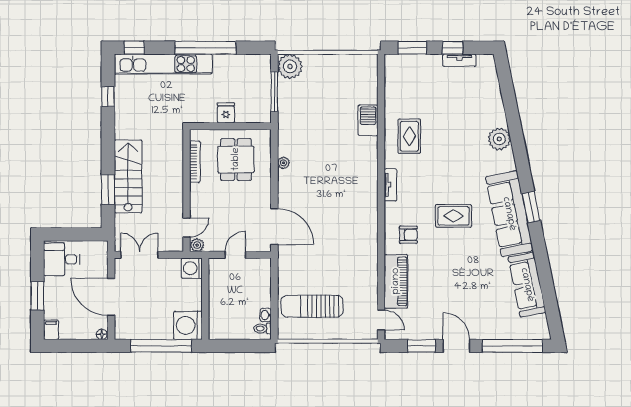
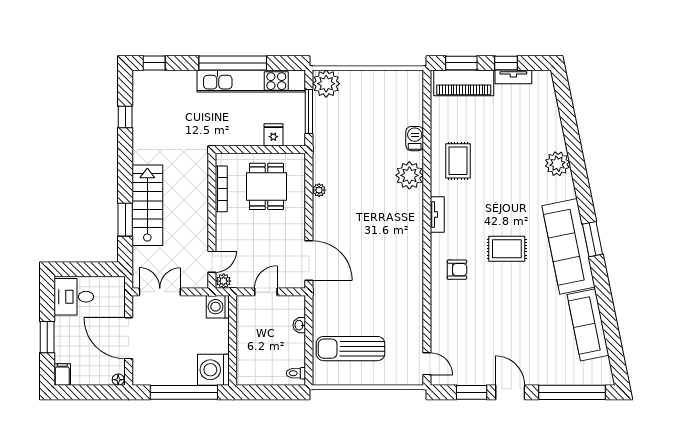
kitchen unit: (163, 64) -> (251, 81), moved
fridge: (226, 113) -> (273, 135), moved
barbecue: (368, 120) -> (415, 139), width x0.73, depth x0.79
plant: (365, 149) -> (409, 175), added
piano: (396, 281) -> (464, 83), moved, turned 90
washbasin: (266, 315) -> (299, 325), moved

